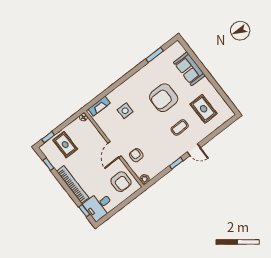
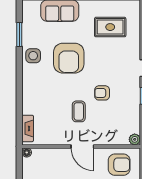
side table: (125, 111) -> (33, 56), moved
coffee table: (180, 128) -> (79, 111), moved
armchair: (136, 155) -> (102, 93), moved

